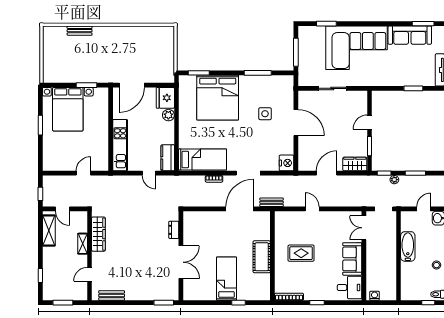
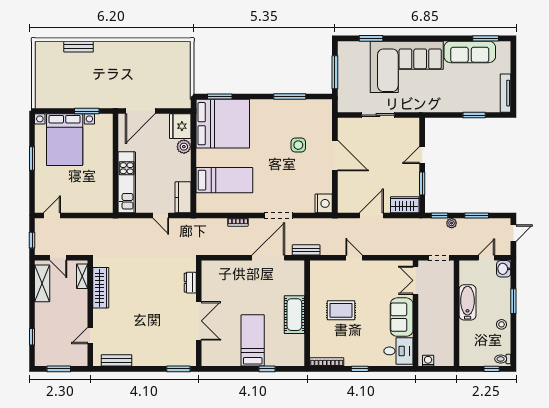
bed: (218, 98) -> (223, 124), moved, turned -90
bed: (203, 159) -> (224, 180), moved
door: (83, 173) -> (52, 216), moved
shelving: (83, 244) -> (82, 276), moved

